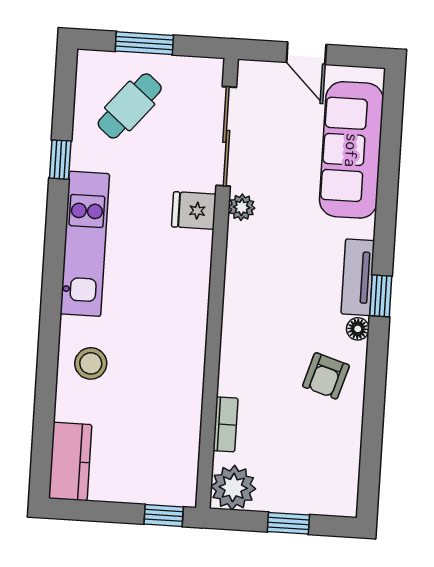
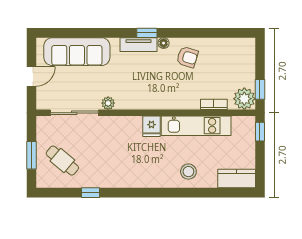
fridge: (194, 210) -> (151, 126), moved
kitchen unit: (85, 244) -> (196, 126), moved, turned 180
window: (288, 523) -> (260, 89), moved

